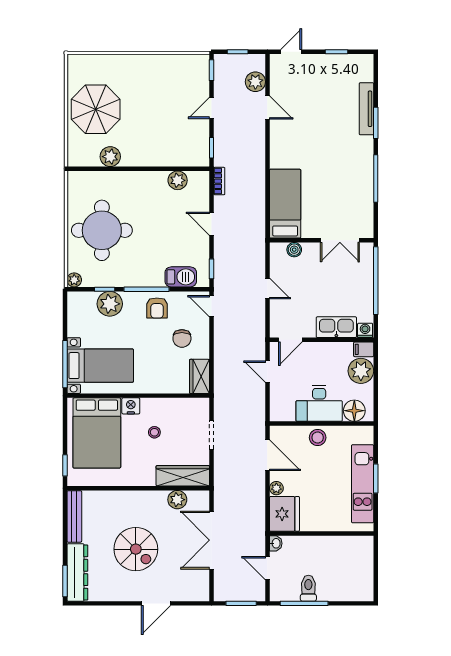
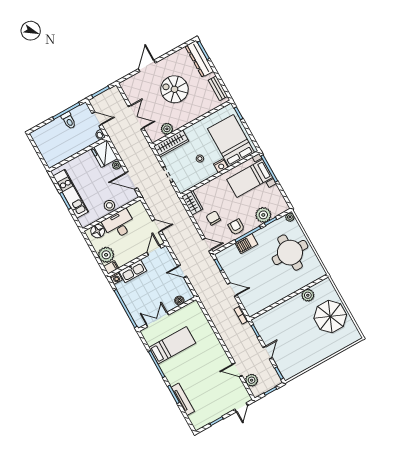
plant: (178, 180) -> (264, 303), removed
bed: (285, 204) -> (172, 345), moved, turned -90
barbecue: (181, 277) -> (246, 244), moved
bench: (74, 516) -> (218, 88), width x0.73
double door: (212, 540) -> (136, 117), width x0.73

